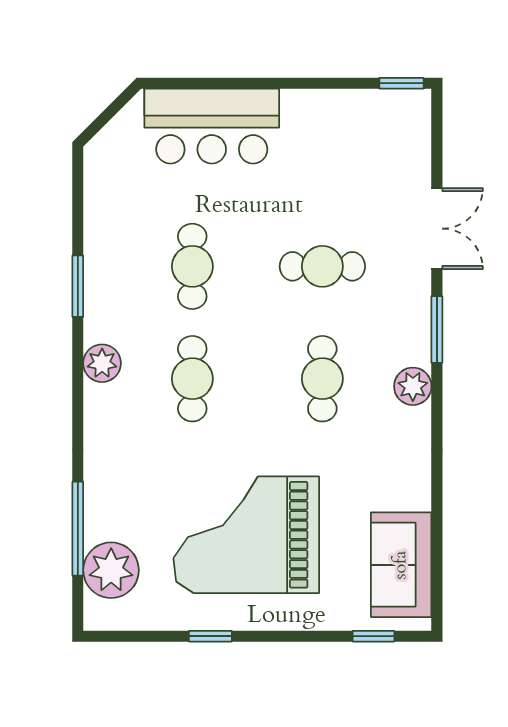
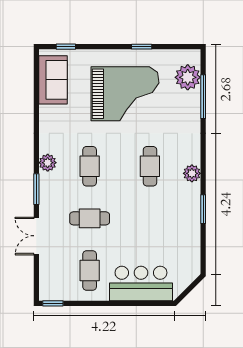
cafe table: (192, 266) -> (90, 271), moved

